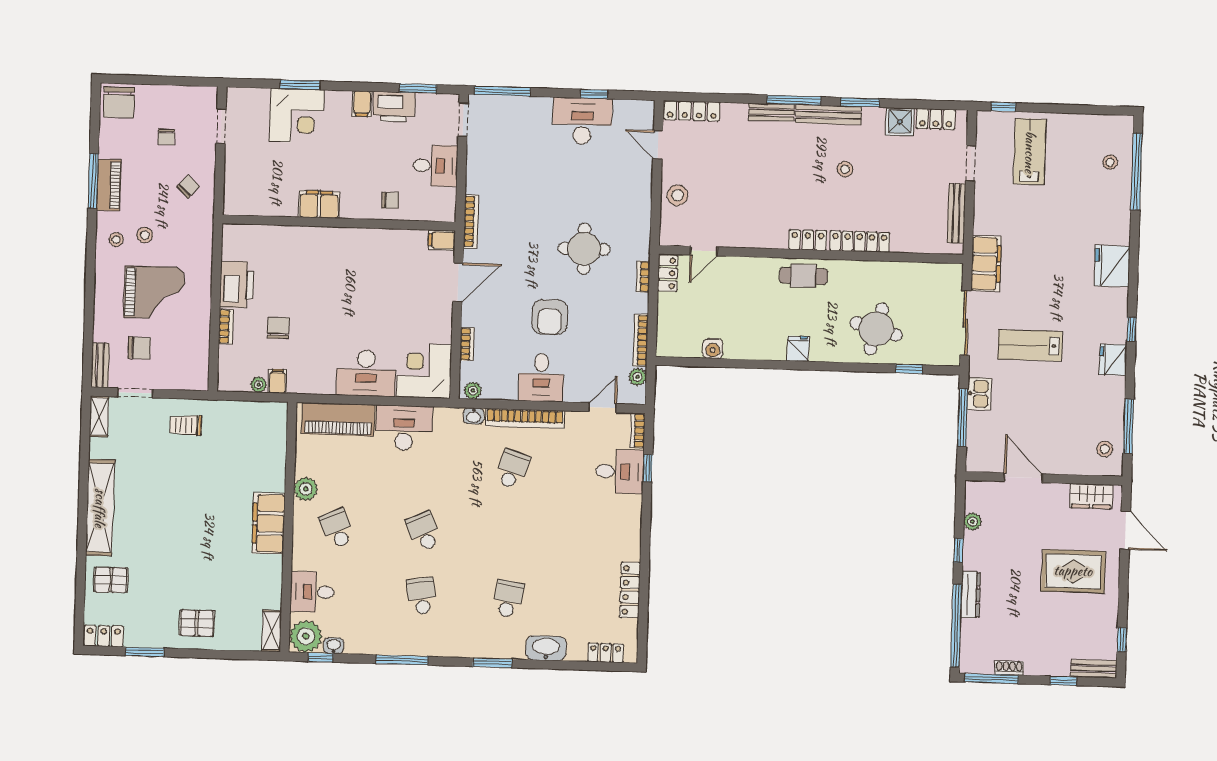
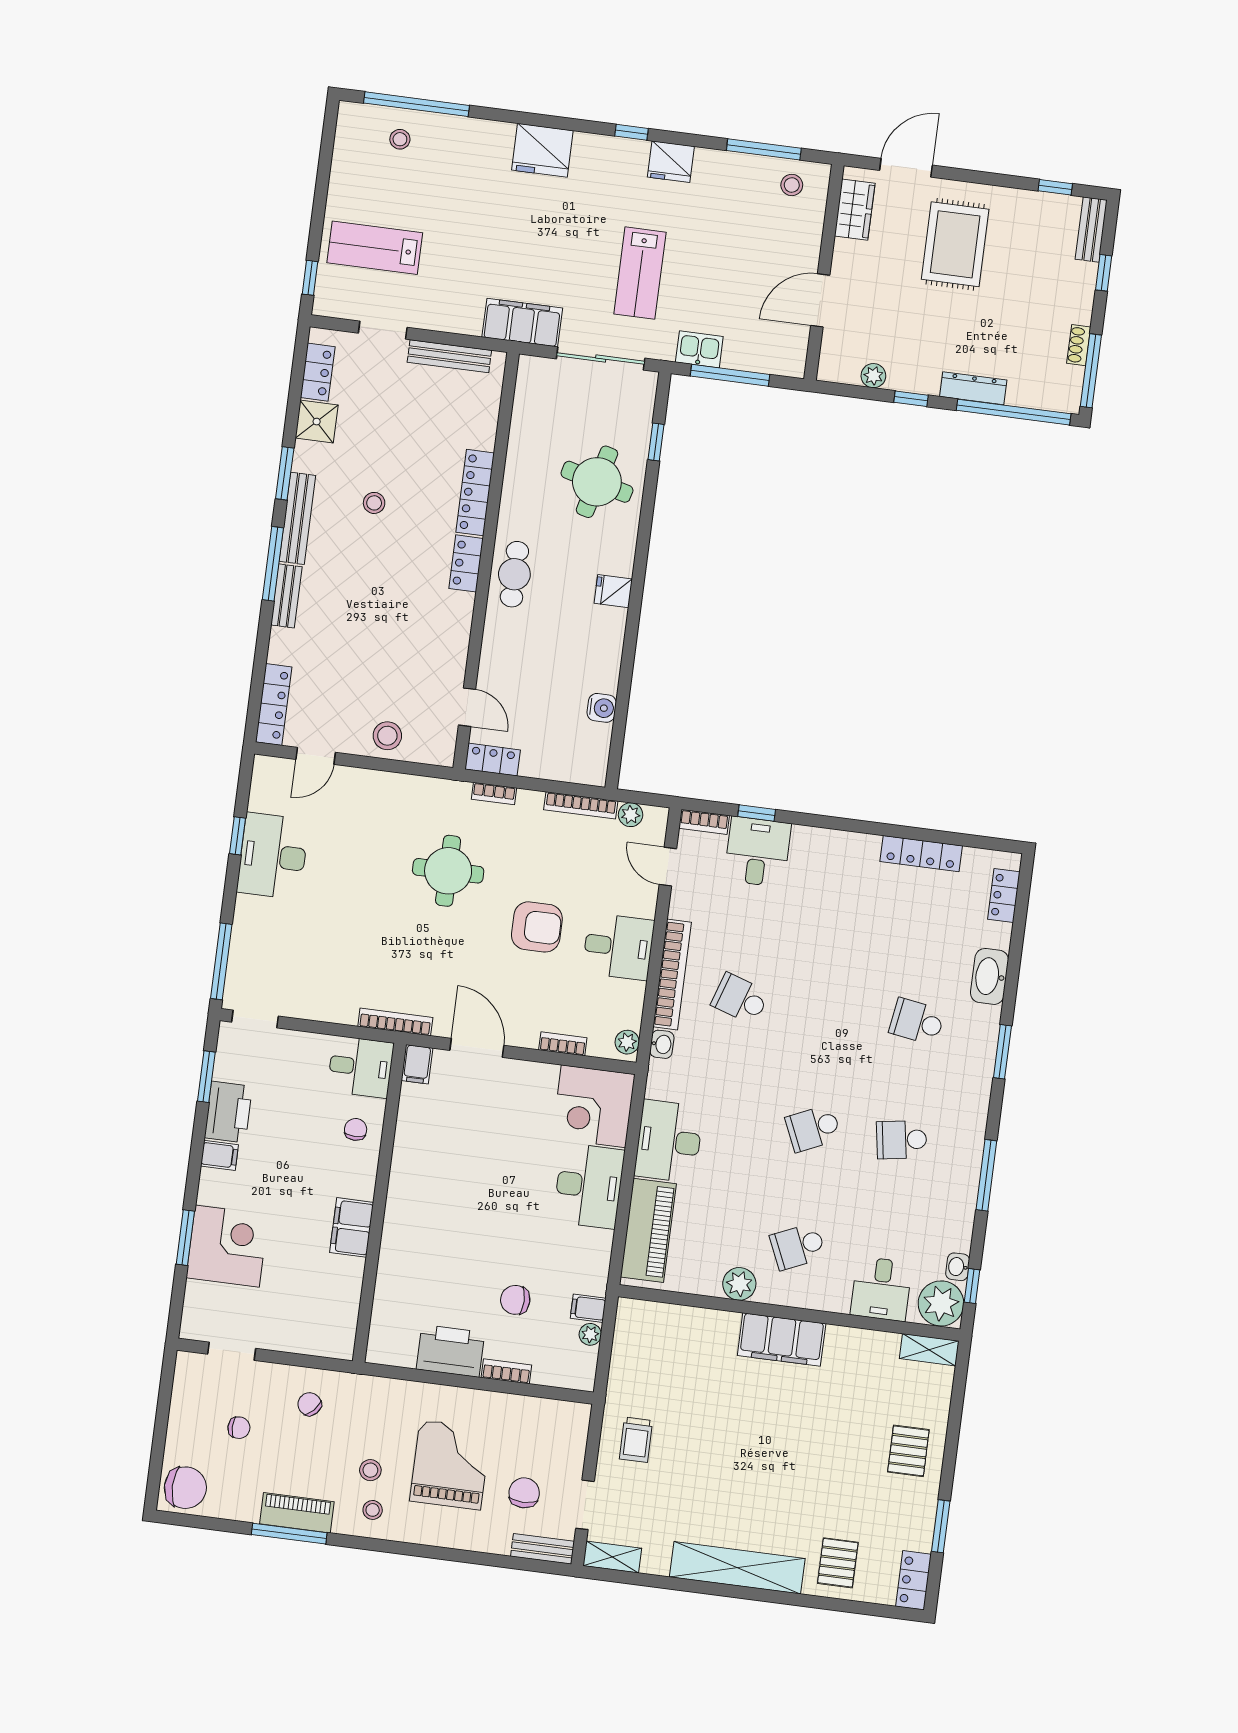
desk: (435, 166) -> (361, 1067), moved, turned 90

